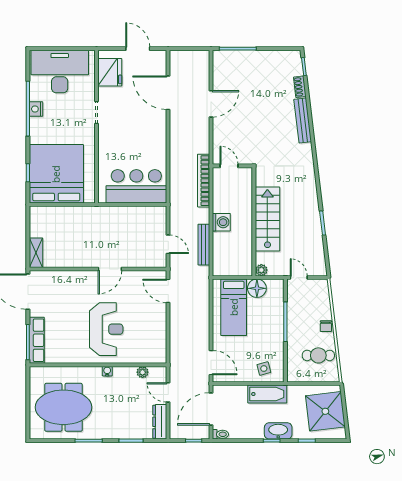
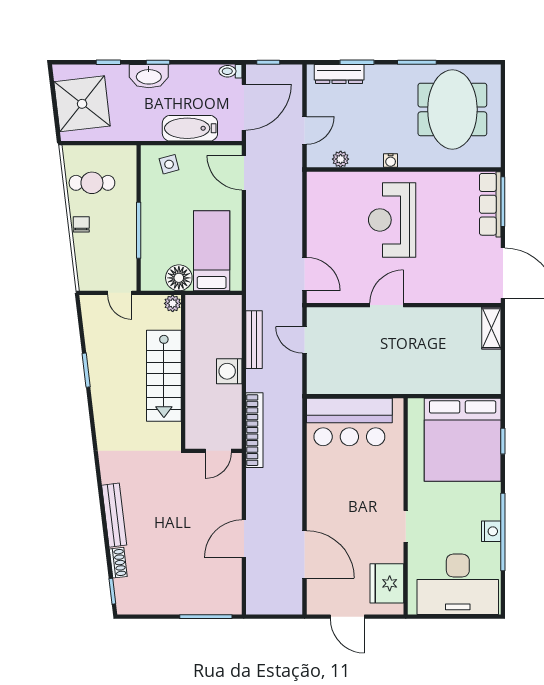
door: (229, 166) -> (218, 451), hinge flipped
door: (168, 392) -> (304, 130), hinge flipped
bathtub: (267, 394) -> (190, 128), moved
meeting table: (63, 407) -> (452, 109), turned 90
dresser: (160, 422) -> (339, 74), moved, turned 90

